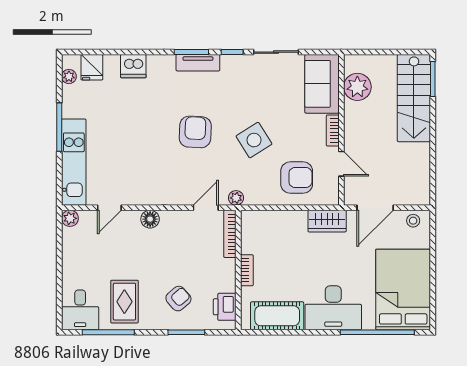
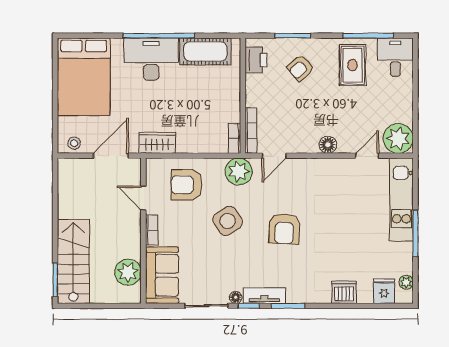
floor lamp: (246, 61) -> (236, 297), added
tv unit: (198, 63) -> (264, 296), moved
plant: (236, 198) -> (239, 171), width x1.88, depth x1.88
plant: (70, 218) -> (398, 138), width x1.87, depth x1.87
bookcase: (247, 270) -> (235, 138), moved
window: (377, 332) -> (159, 36), moved

